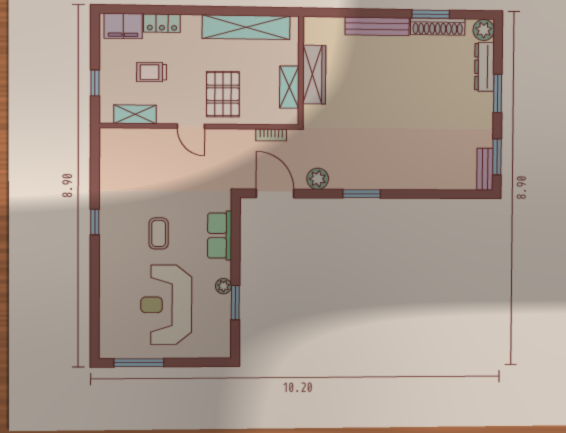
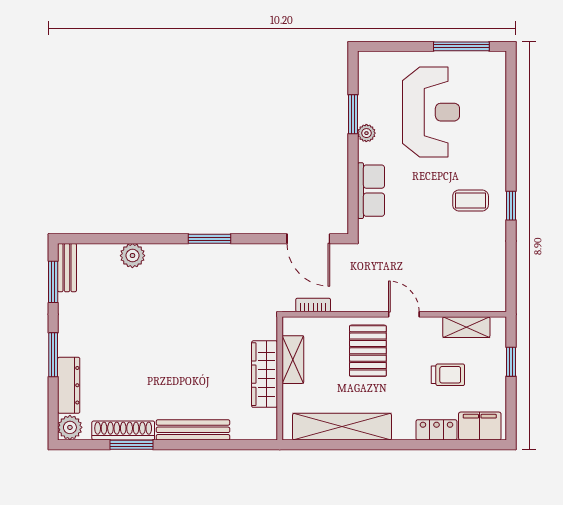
plant: (318, 179) -> (132, 256), moved
coffee table: (159, 233) -> (471, 200), moved, turned 90

